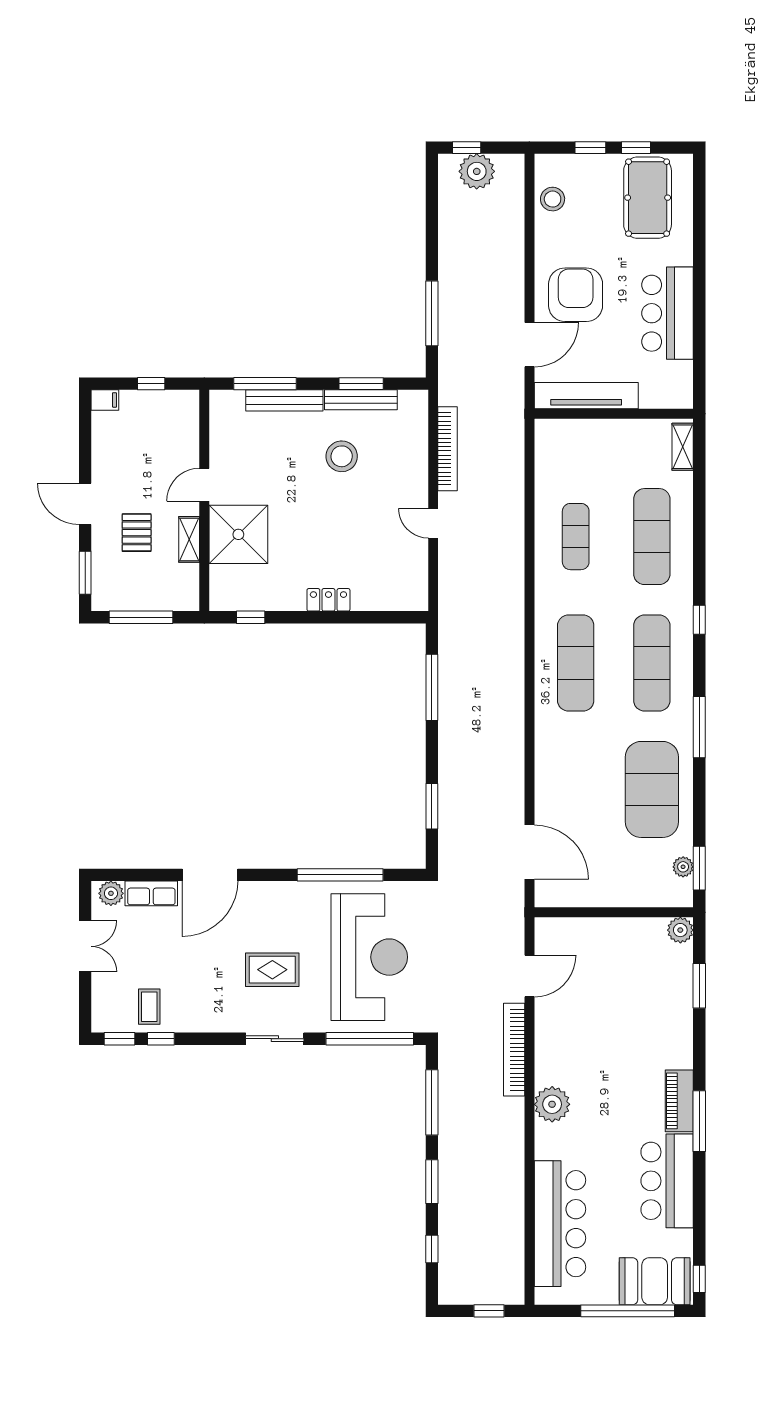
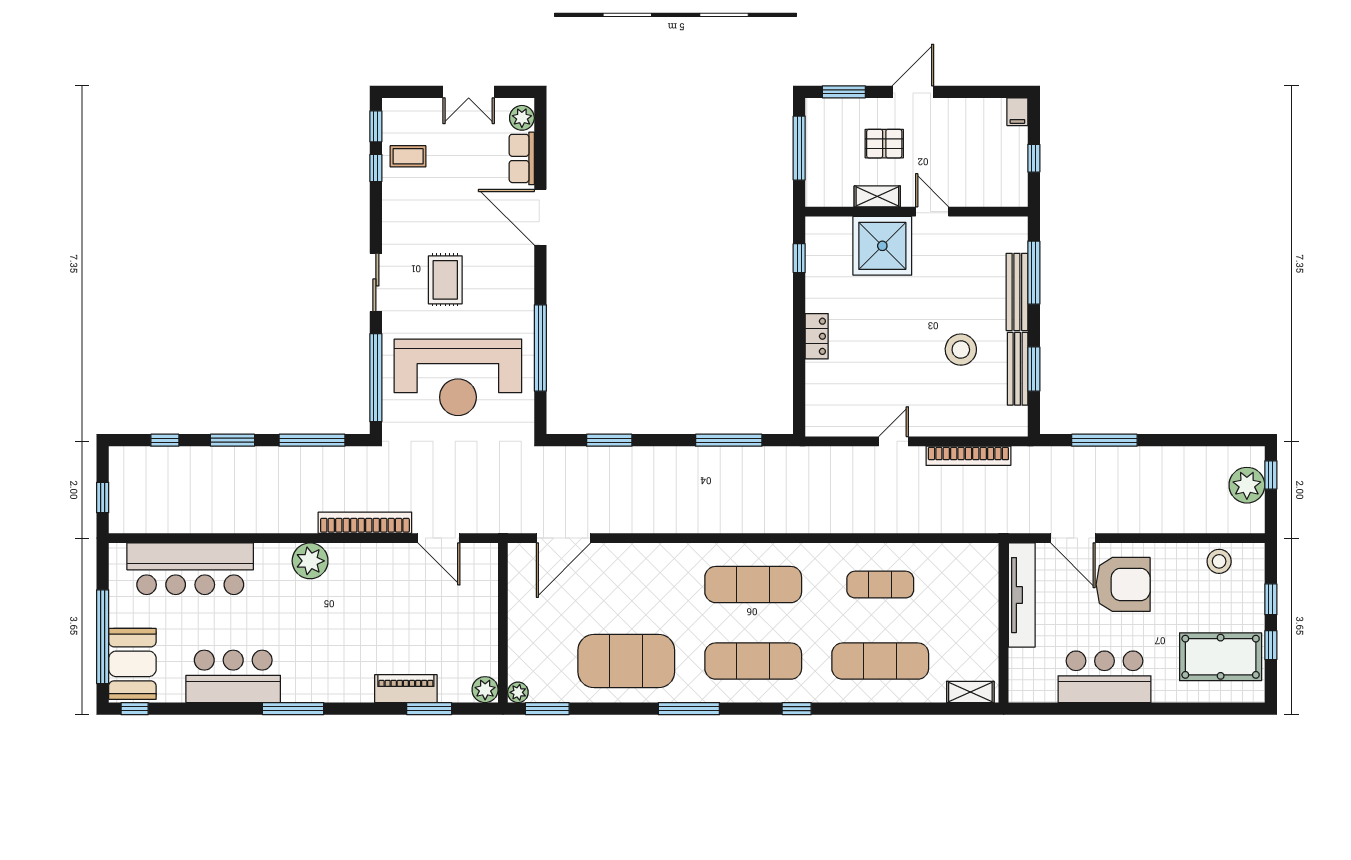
plant: (683, 867) -> (518, 692), moved
piano: (679, 1101) -> (406, 689), moved

